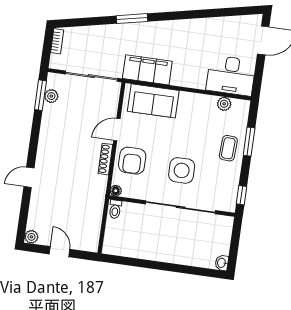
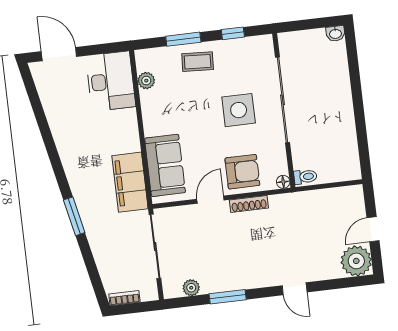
window: (40, 95) -> (228, 297), moved
door: (117, 130) -> (210, 200), swing flipped
window: (241, 195) -> (233, 33), moved
plant: (31, 237) -> (356, 261), width x1.87, depth x1.87

